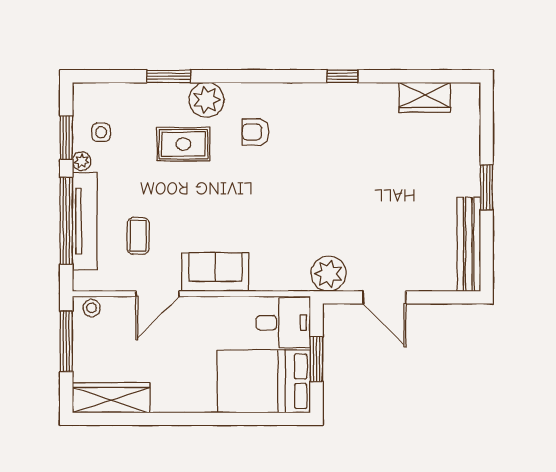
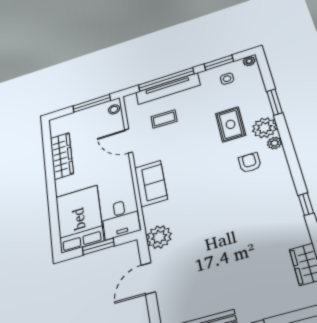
plant: (236, 93) -> (275, 143), added
plant: (82, 161) -> (249, 61), moved
sofa: (215, 272) -> (151, 183), moved
wardrobe: (111, 398) -> (62, 156), moved

